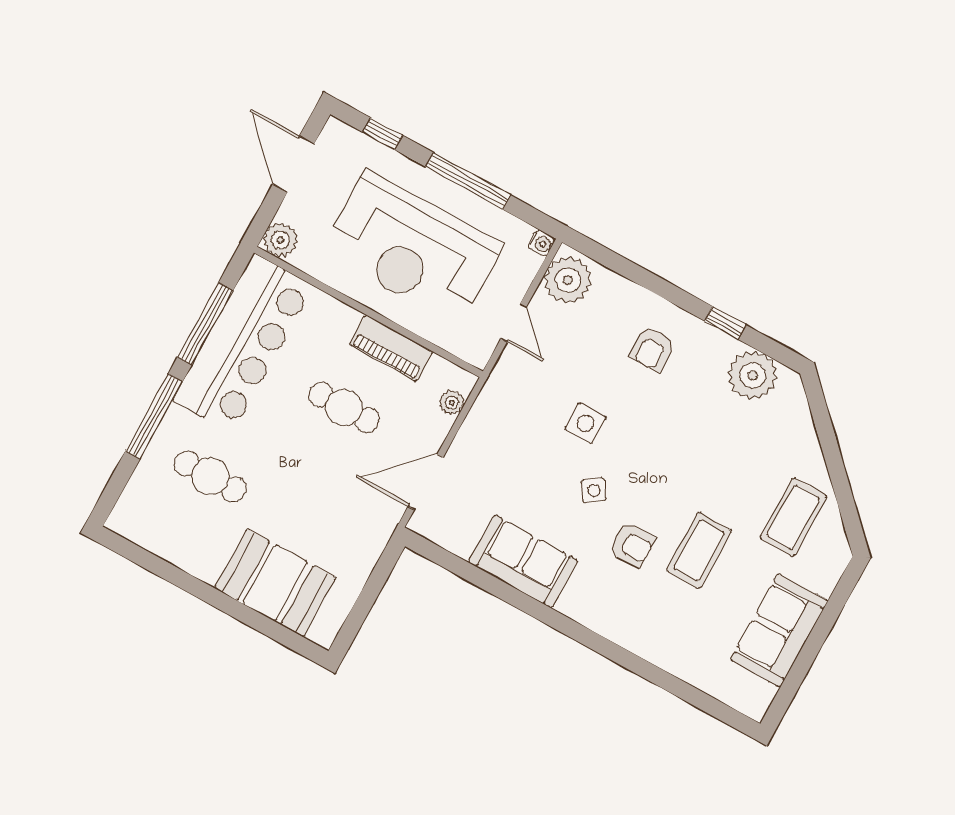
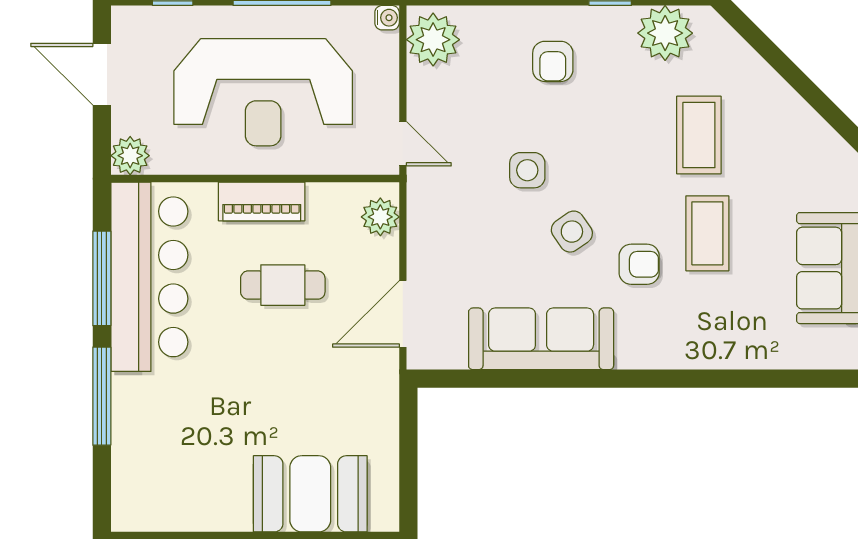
door: (514, 323) -> (403, 144), moved
piano: (391, 348) -> (262, 201), moved
plant: (452, 402) -> (380, 217), width x1.38, depth x1.38
cafe table: (210, 476) -> (189, 425), removed
side table: (594, 491) -> (572, 232), width x1.37, depth x1.37
coffee table: (793, 517) -> (699, 135), moved
sofa: (523, 561) -> (541, 339), width x1.36

